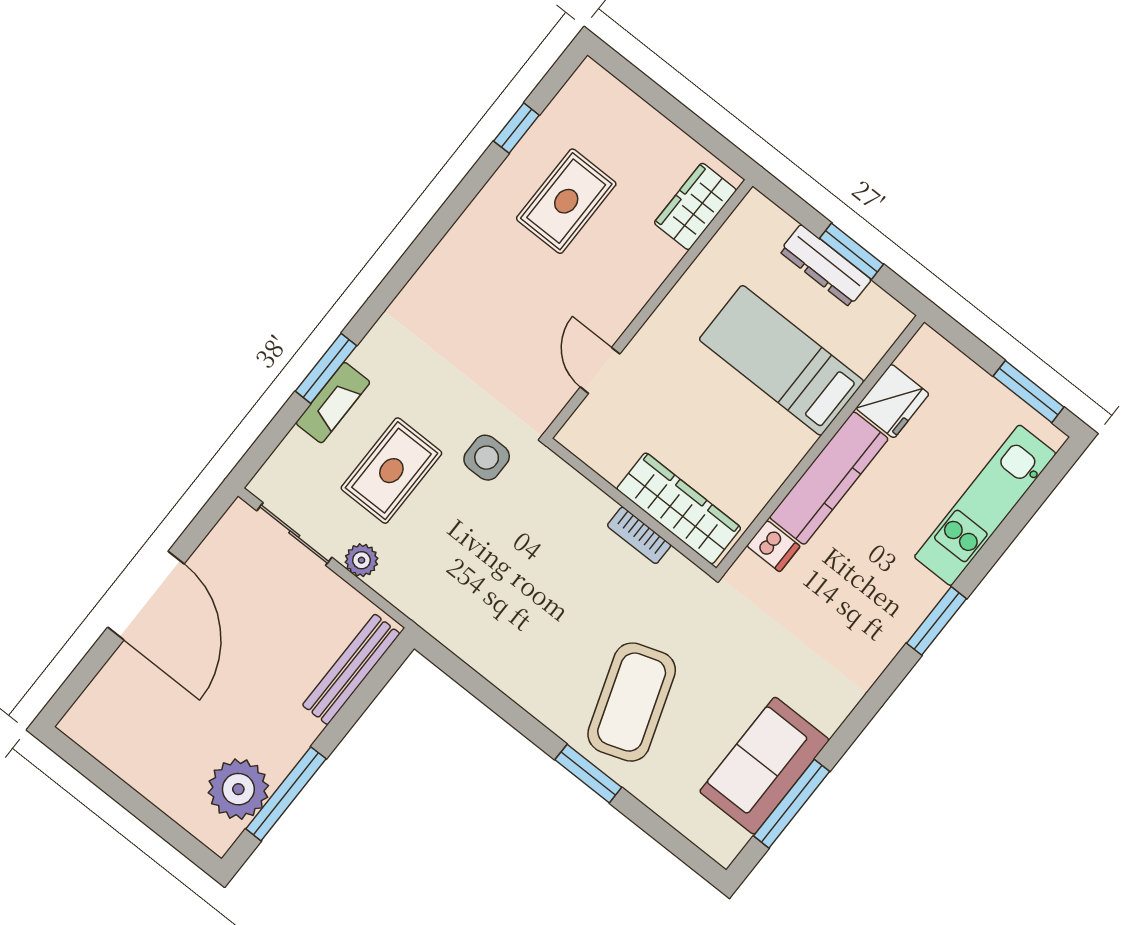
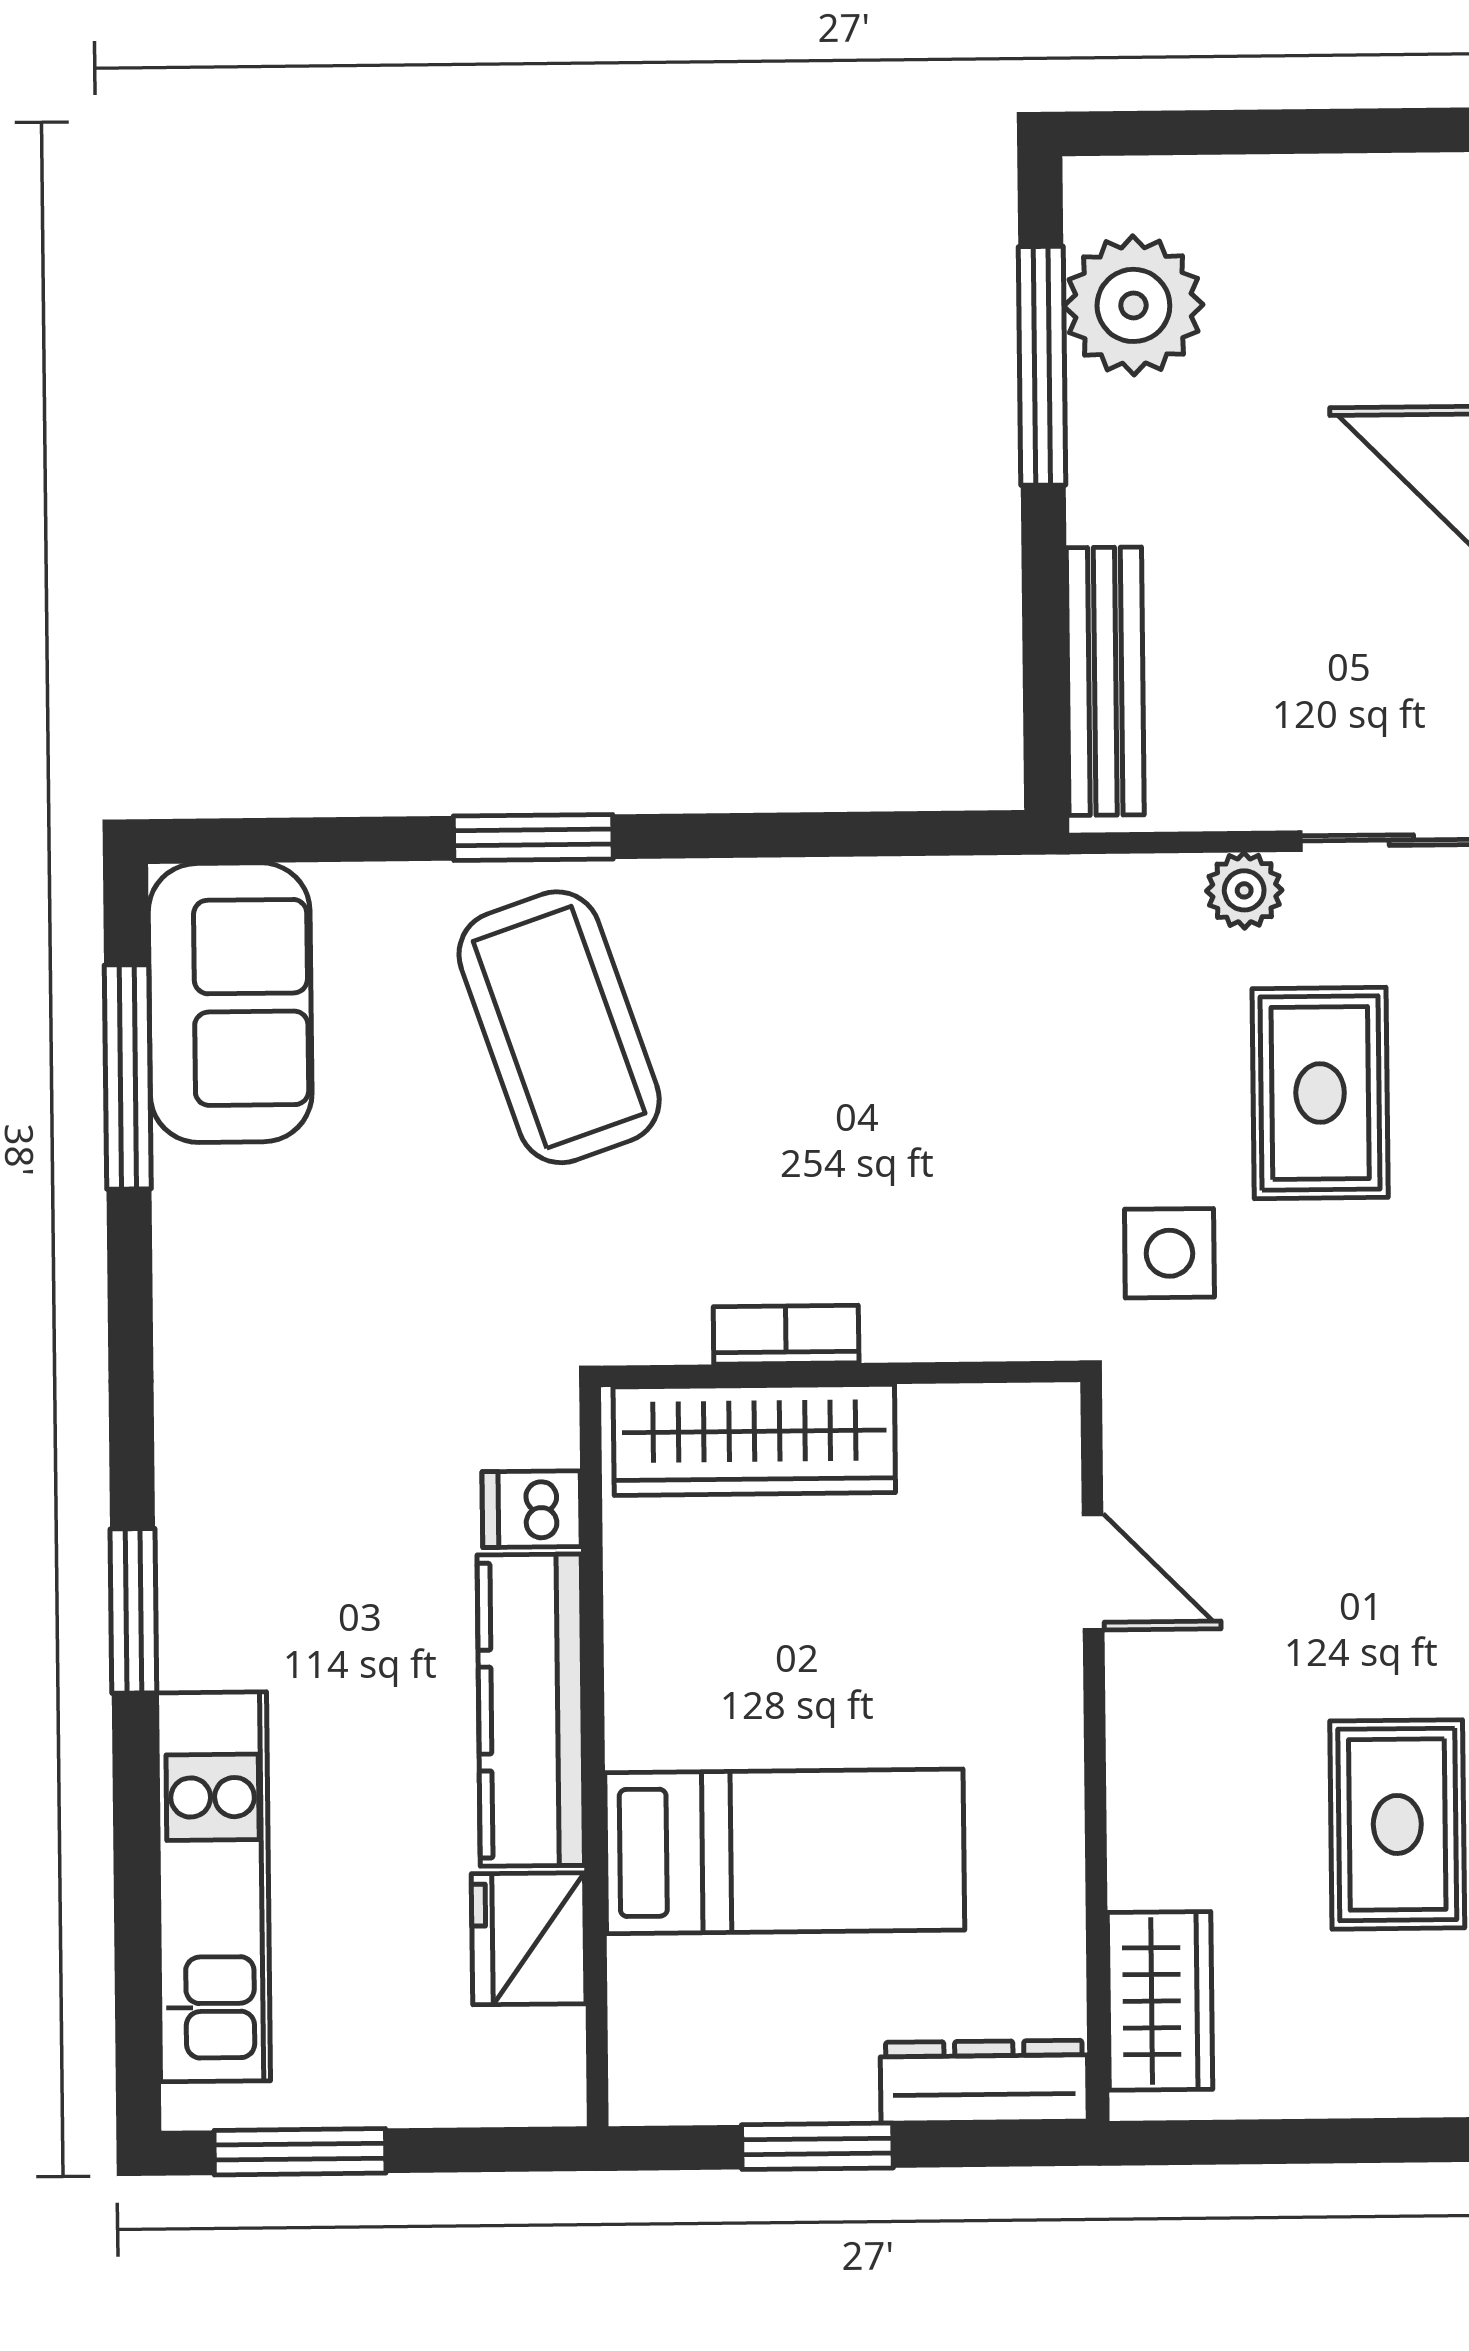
dresser: (825, 266) -> (984, 2082), moved
sofa: (764, 766) -> (230, 1003), moved

